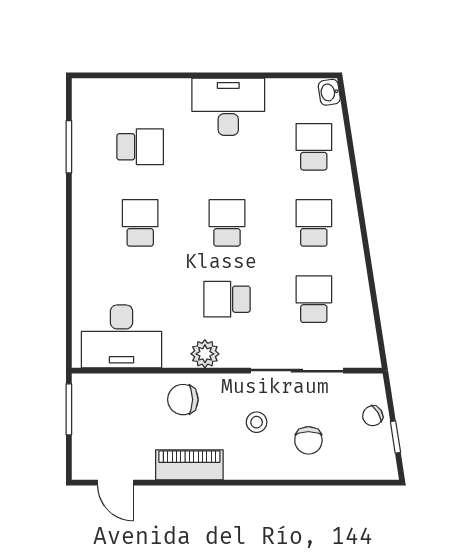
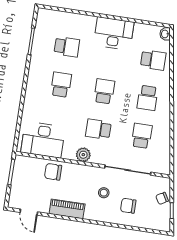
school desk: (314, 147) -> (153, 60), turned 90
school desk: (314, 223) -> (147, 98), turned 180
chair: (183, 400) -> (53, 172), moved
chair: (308, 440) -> (128, 206), turned 90

